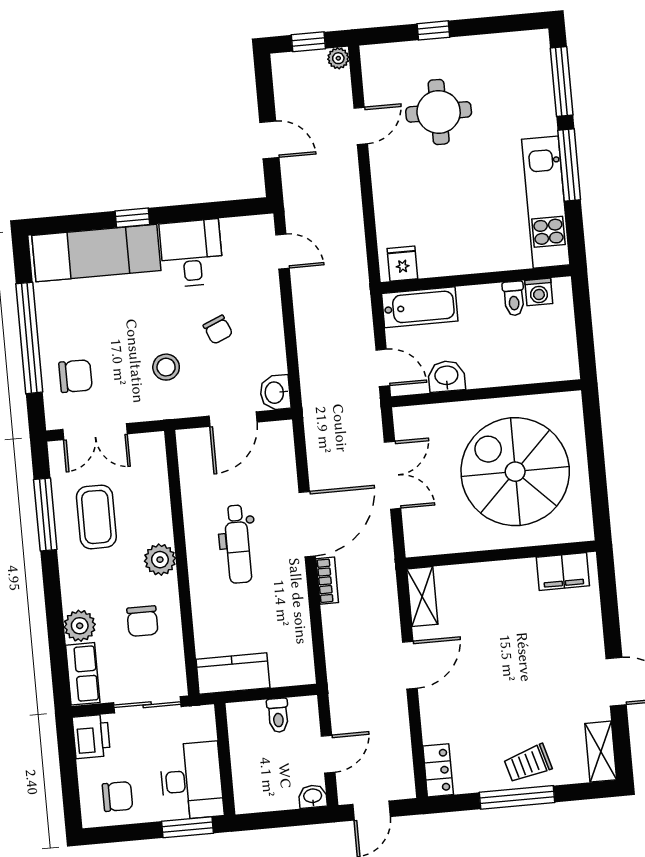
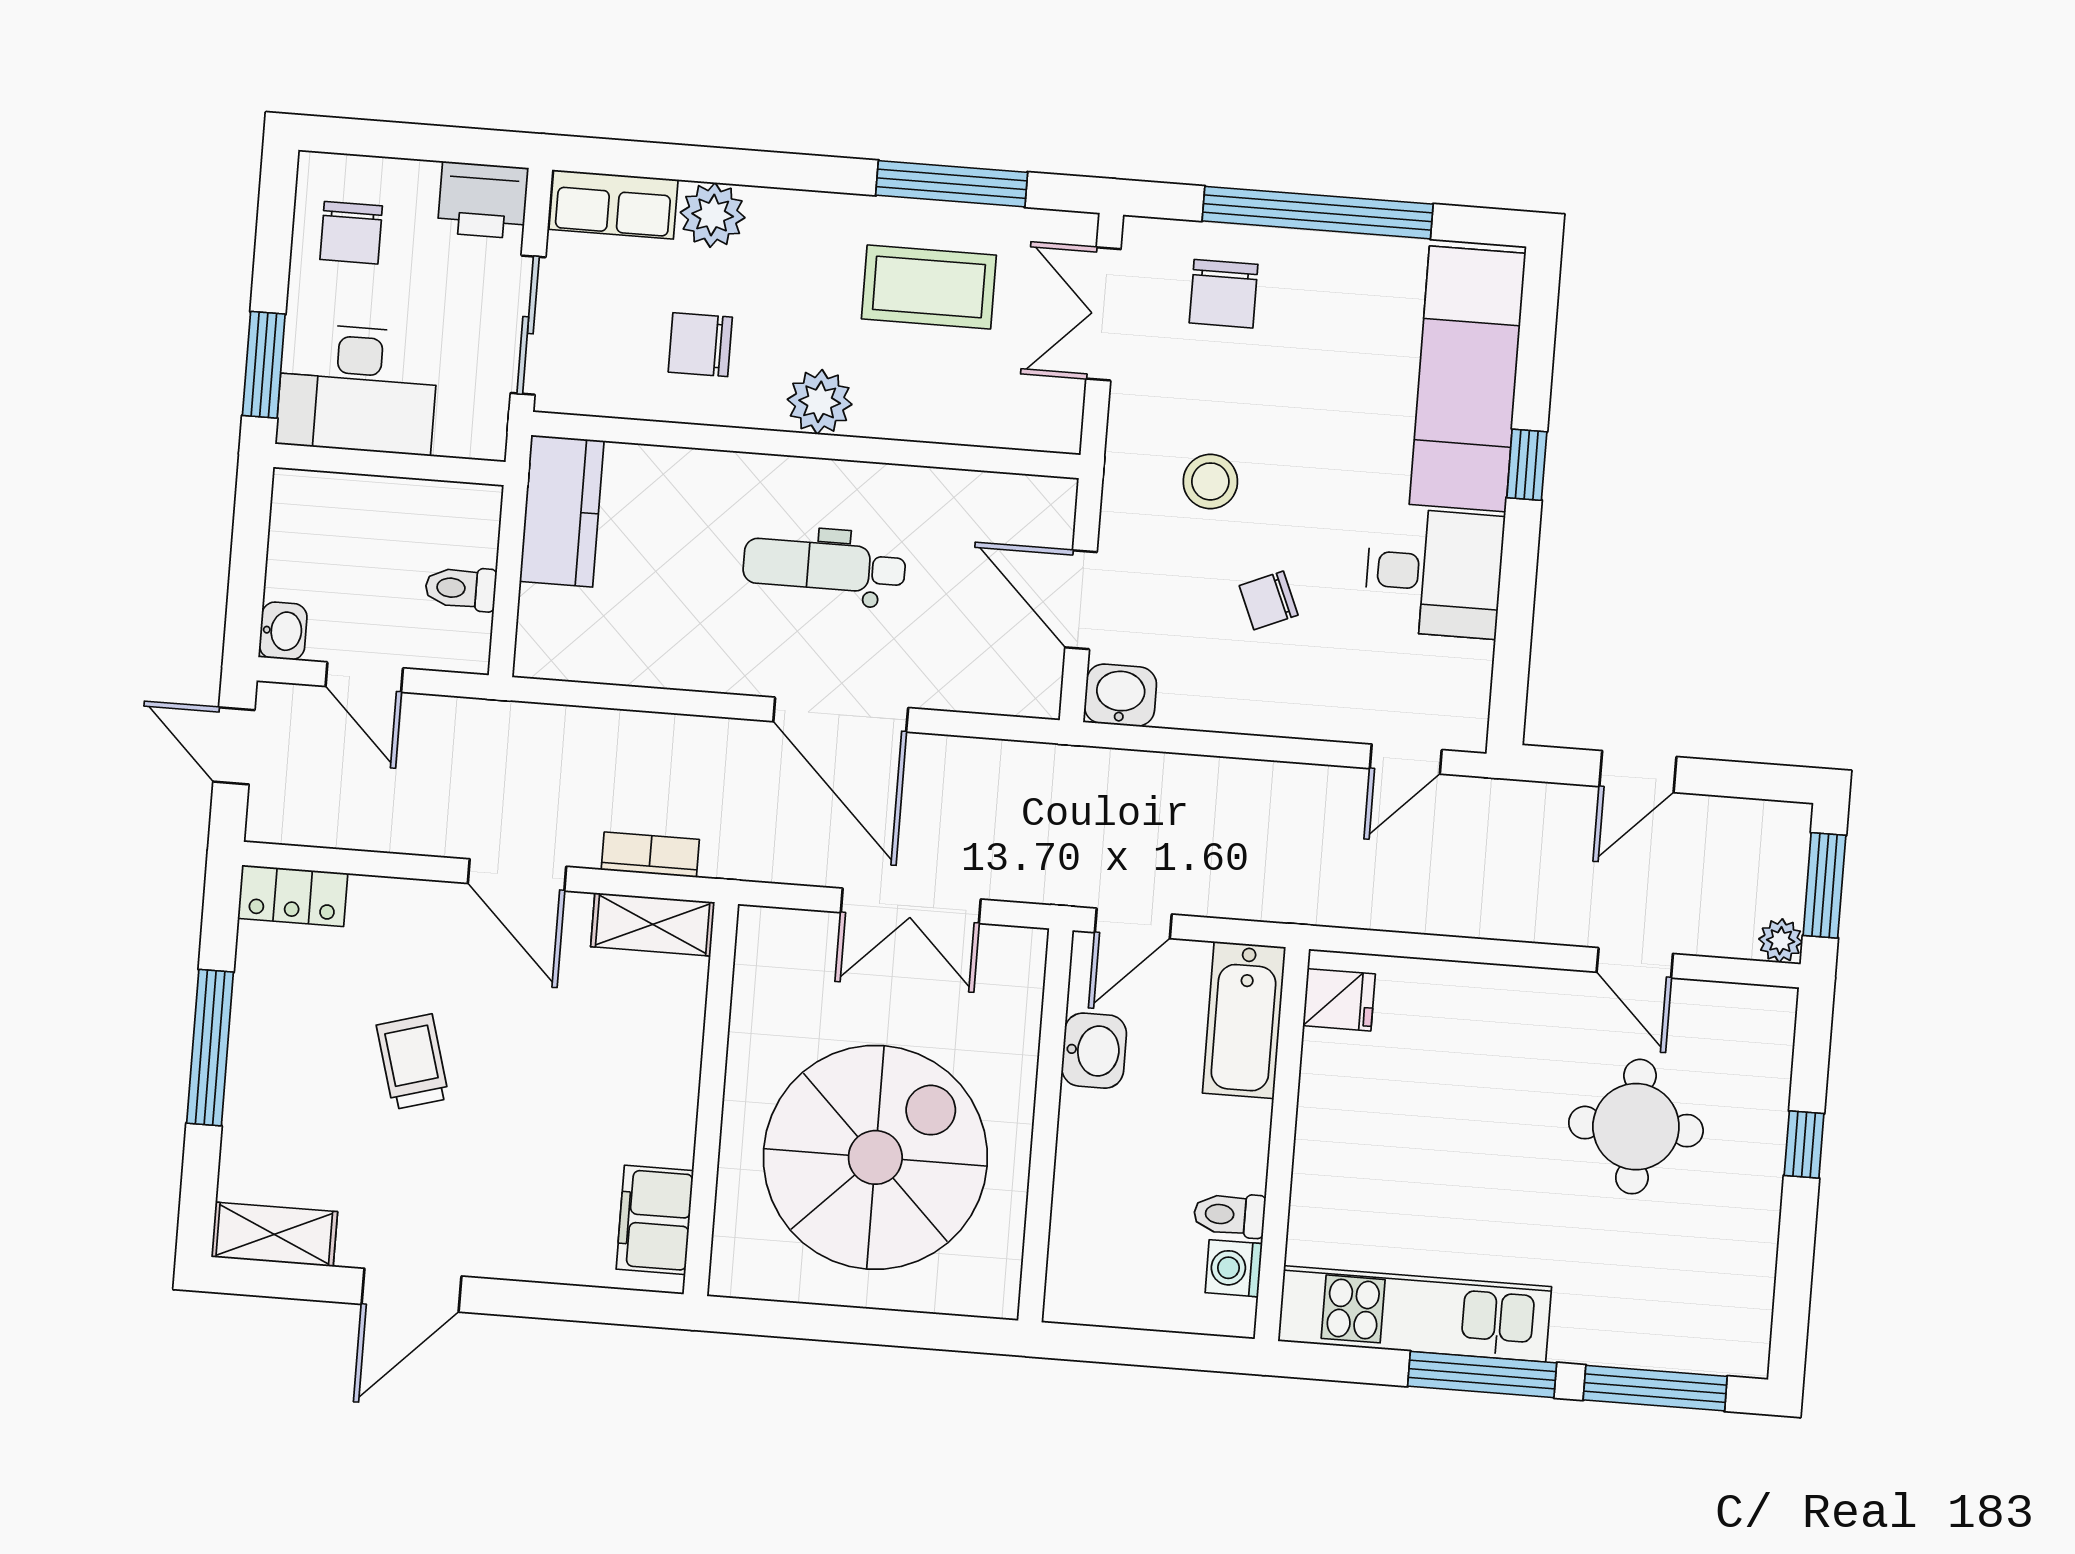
window: (308, 42) -> (1824, 885), width x1.50
bookcase: (327, 581) -> (650, 855), moved, turned 180
trolley: (528, 763) -> (413, 1062), moved

